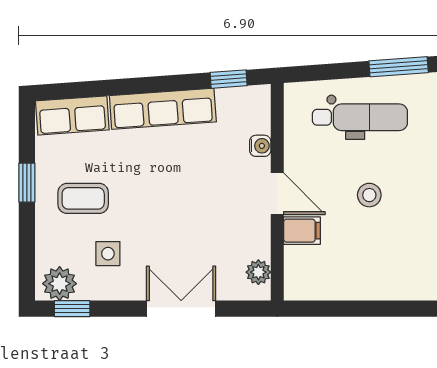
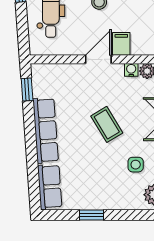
water cooler: (260, 146) -> (131, 70), moved
coffee table: (83, 198) -> (107, 124), moved, turned -31

